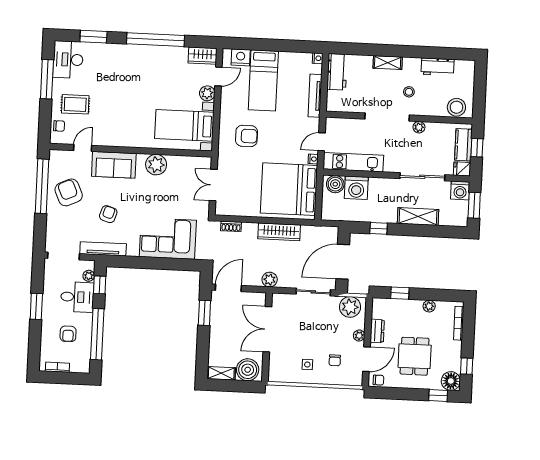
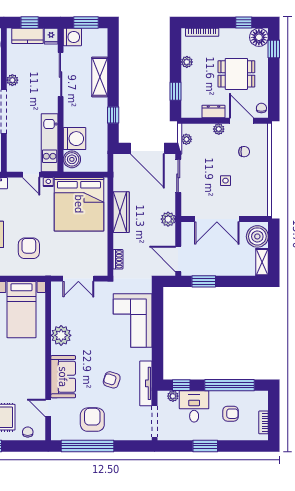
armchair: (69, 192) -> (92, 420), turned 114
plant: (350, 307) -> (186, 139), width x0.53, depth x0.53
side table: (307, 364) -> (226, 181), moved

